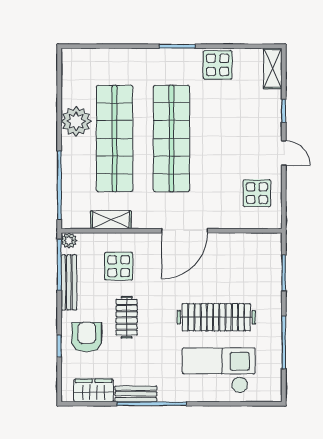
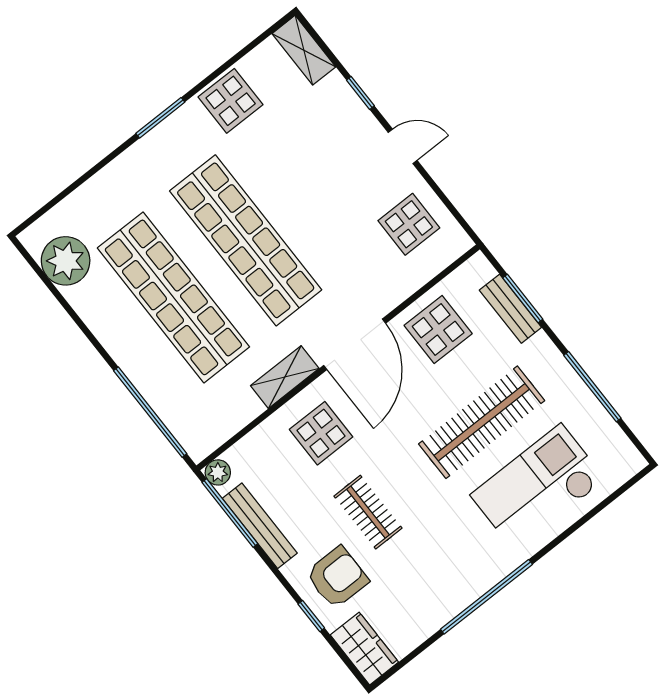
plant: (76, 121) -> (66, 261), moved
shelving: (111, 220) -> (285, 377), moved
display table: (231, 255) -> (438, 329), added
display table: (119, 266) -> (321, 433), moved
armchair: (87, 337) -> (337, 577), turned 90
wardrobe: (94, 390) -> (364, 649), moved, turned 90
bench: (136, 394) -> (510, 309), moved, turned 90

